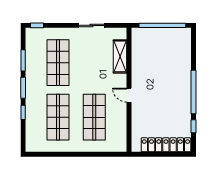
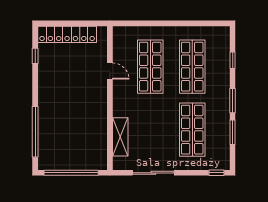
sliding door: (92, 25) -> (153, 173), width x1.37
window: (193, 92) -> (35, 132), moved
door: (129, 95) -> (110, 71), moved
window: (23, 112) -> (233, 60), moved

